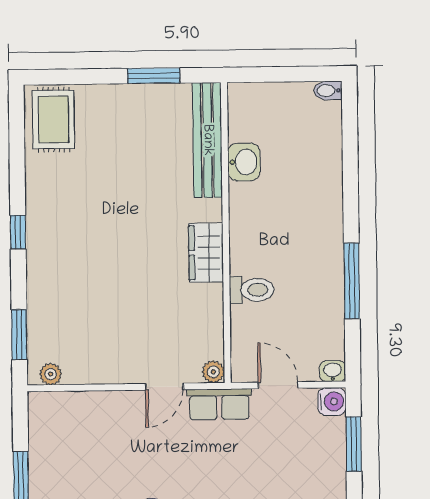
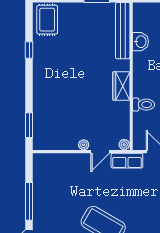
window: (18, 232) -> (29, 50), moved
plant: (51, 374) -> (84, 145), moved

